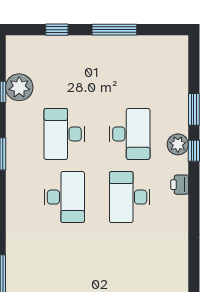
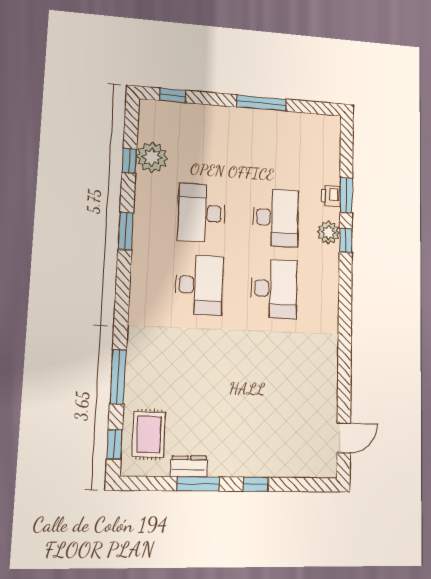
window: (57, 30) -> (173, 95), moved
printer: (180, 185) -> (331, 196), moved
desk: (130, 197) -> (274, 289), turned 180

